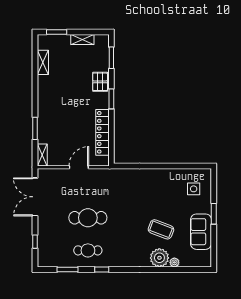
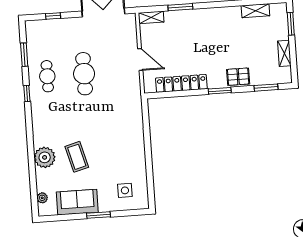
coffee table: (161, 229) -> (77, 157), turned -36
plant: (174, 262) -> (42, 198), moved

